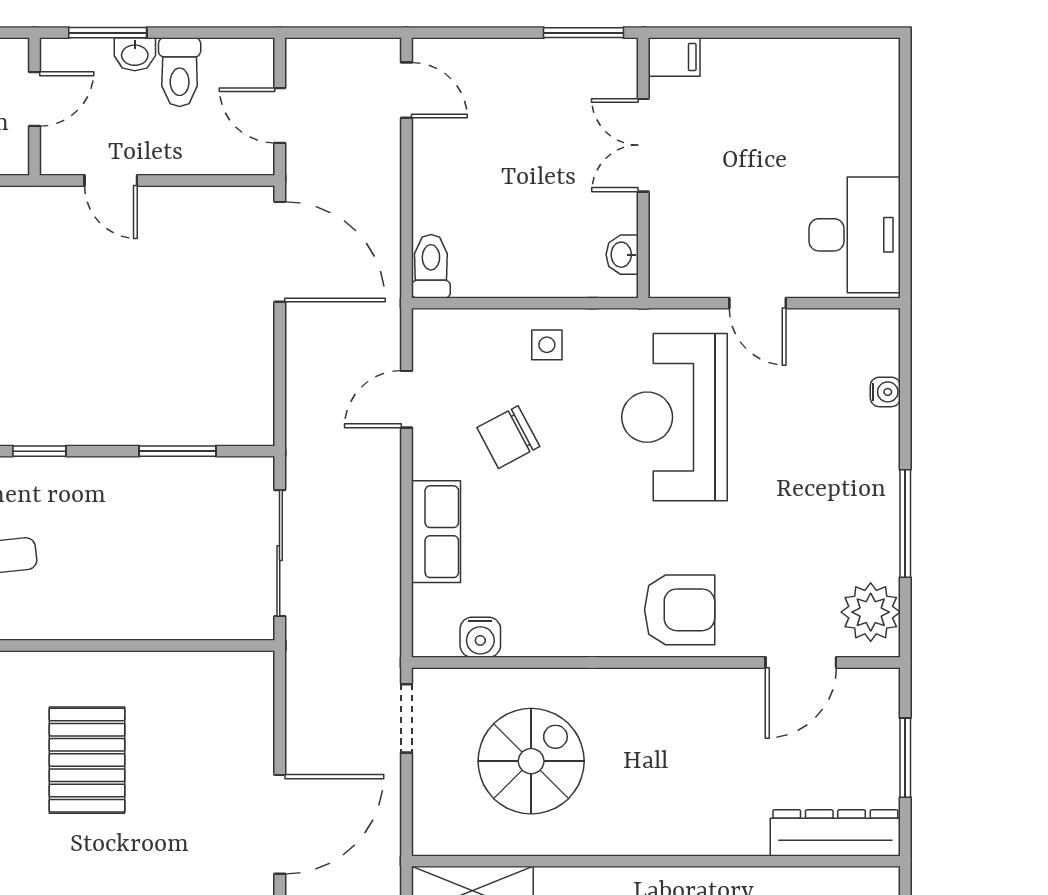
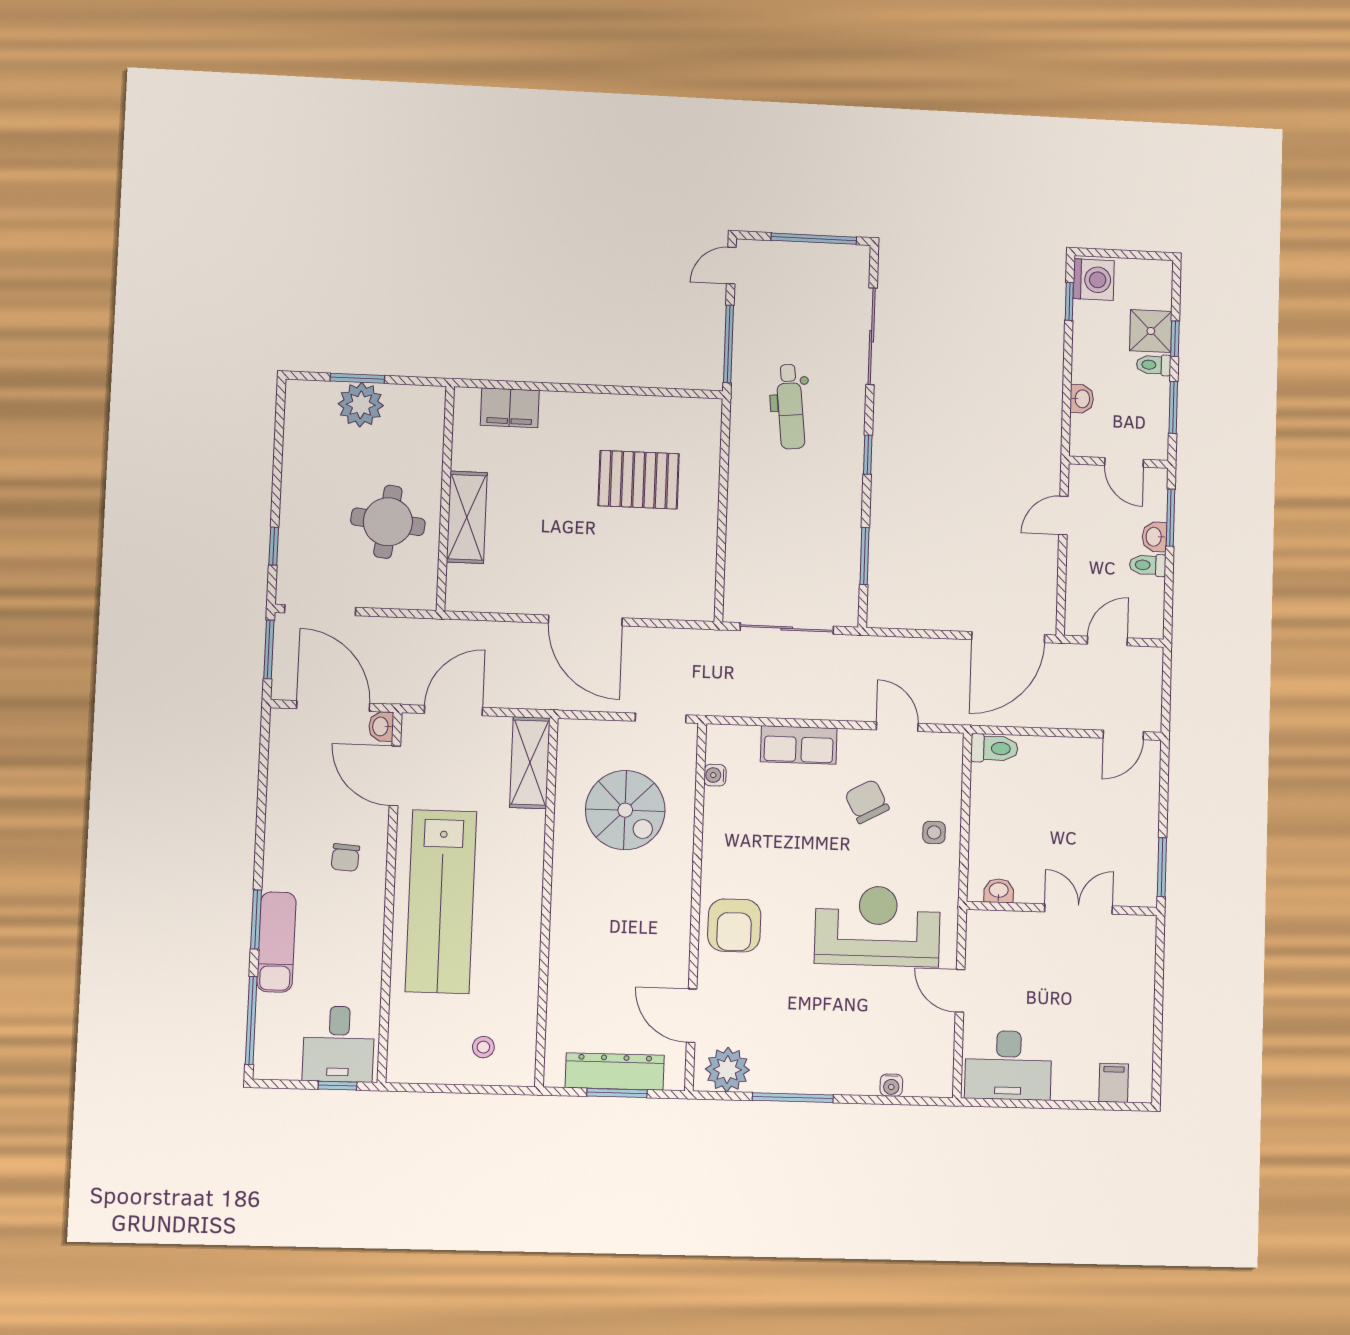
filing cabinet: (674, 57) -> (1114, 1083), moved, turned 180
toilet: (180, 72) -> (1148, 565), width x0.73, depth x0.72
door: (758, 303) -> (960, 991), hinge flipped
water cooler: (480, 637) -> (715, 775), width x0.72, depth x0.72
dresser: (835, 833) -> (615, 1071), moved, turned -90

